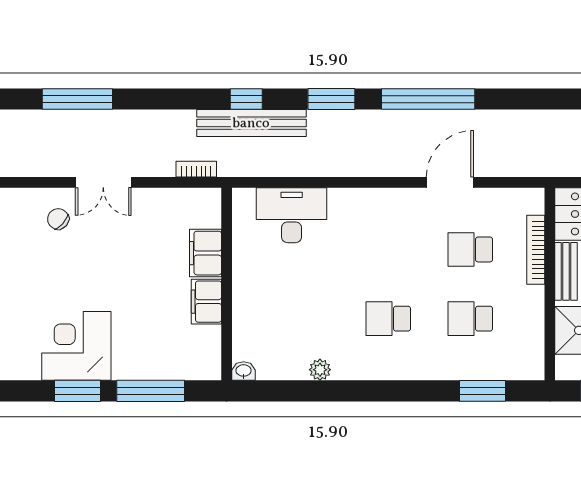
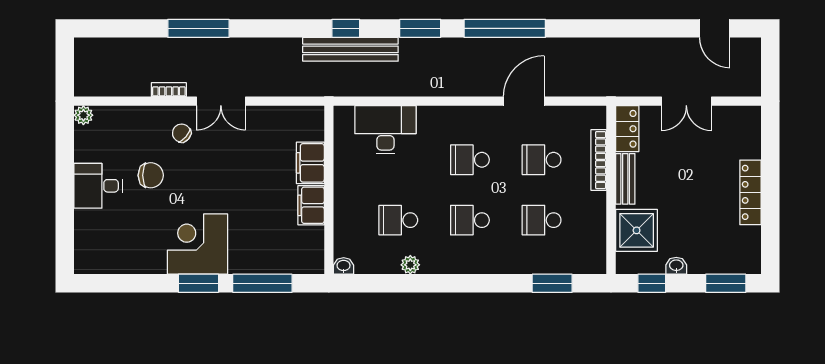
bookcase: (196, 169) -> (169, 90), moved
school desk: (388, 249) -> (470, 160), added
chair: (23, 267) -> (151, 175), added
school desk: (306, 319) -> (398, 220), added

